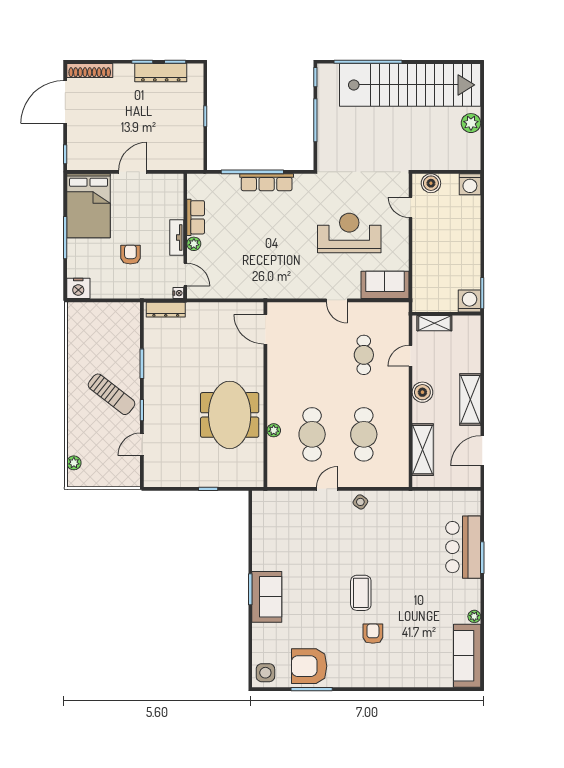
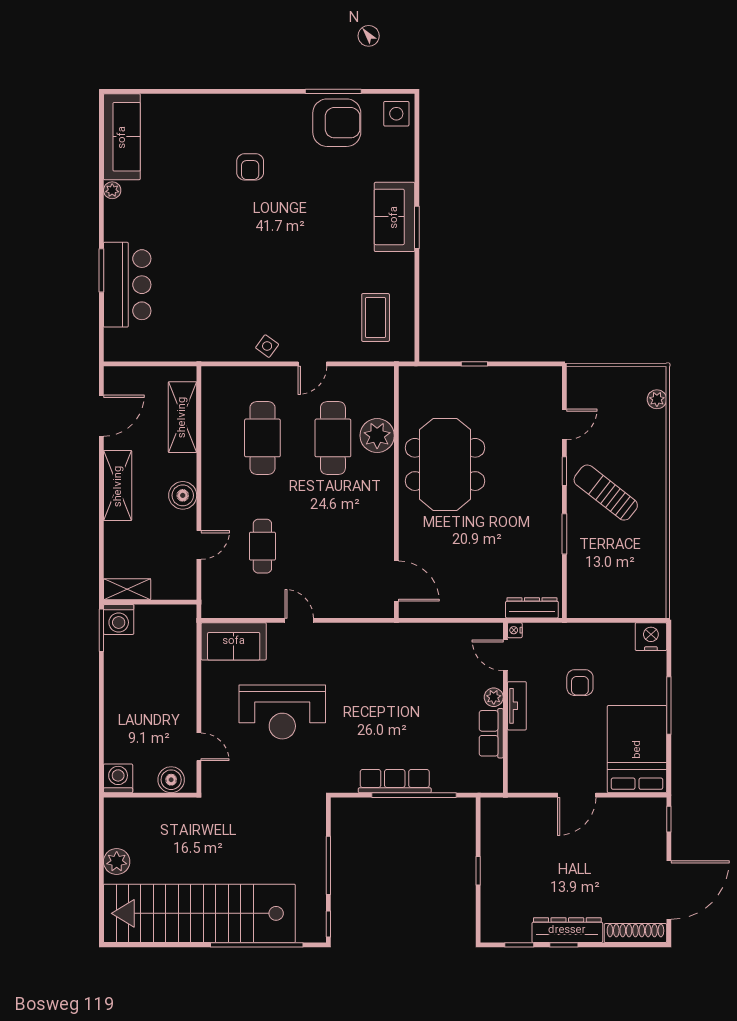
dresser: (161, 73) -> (567, 930), moved
shelving: (434, 323) -> (127, 589), moved
plant: (274, 430) -> (377, 436), width x1.88, depth x1.88
coffee table: (361, 593) -> (376, 317), moved

